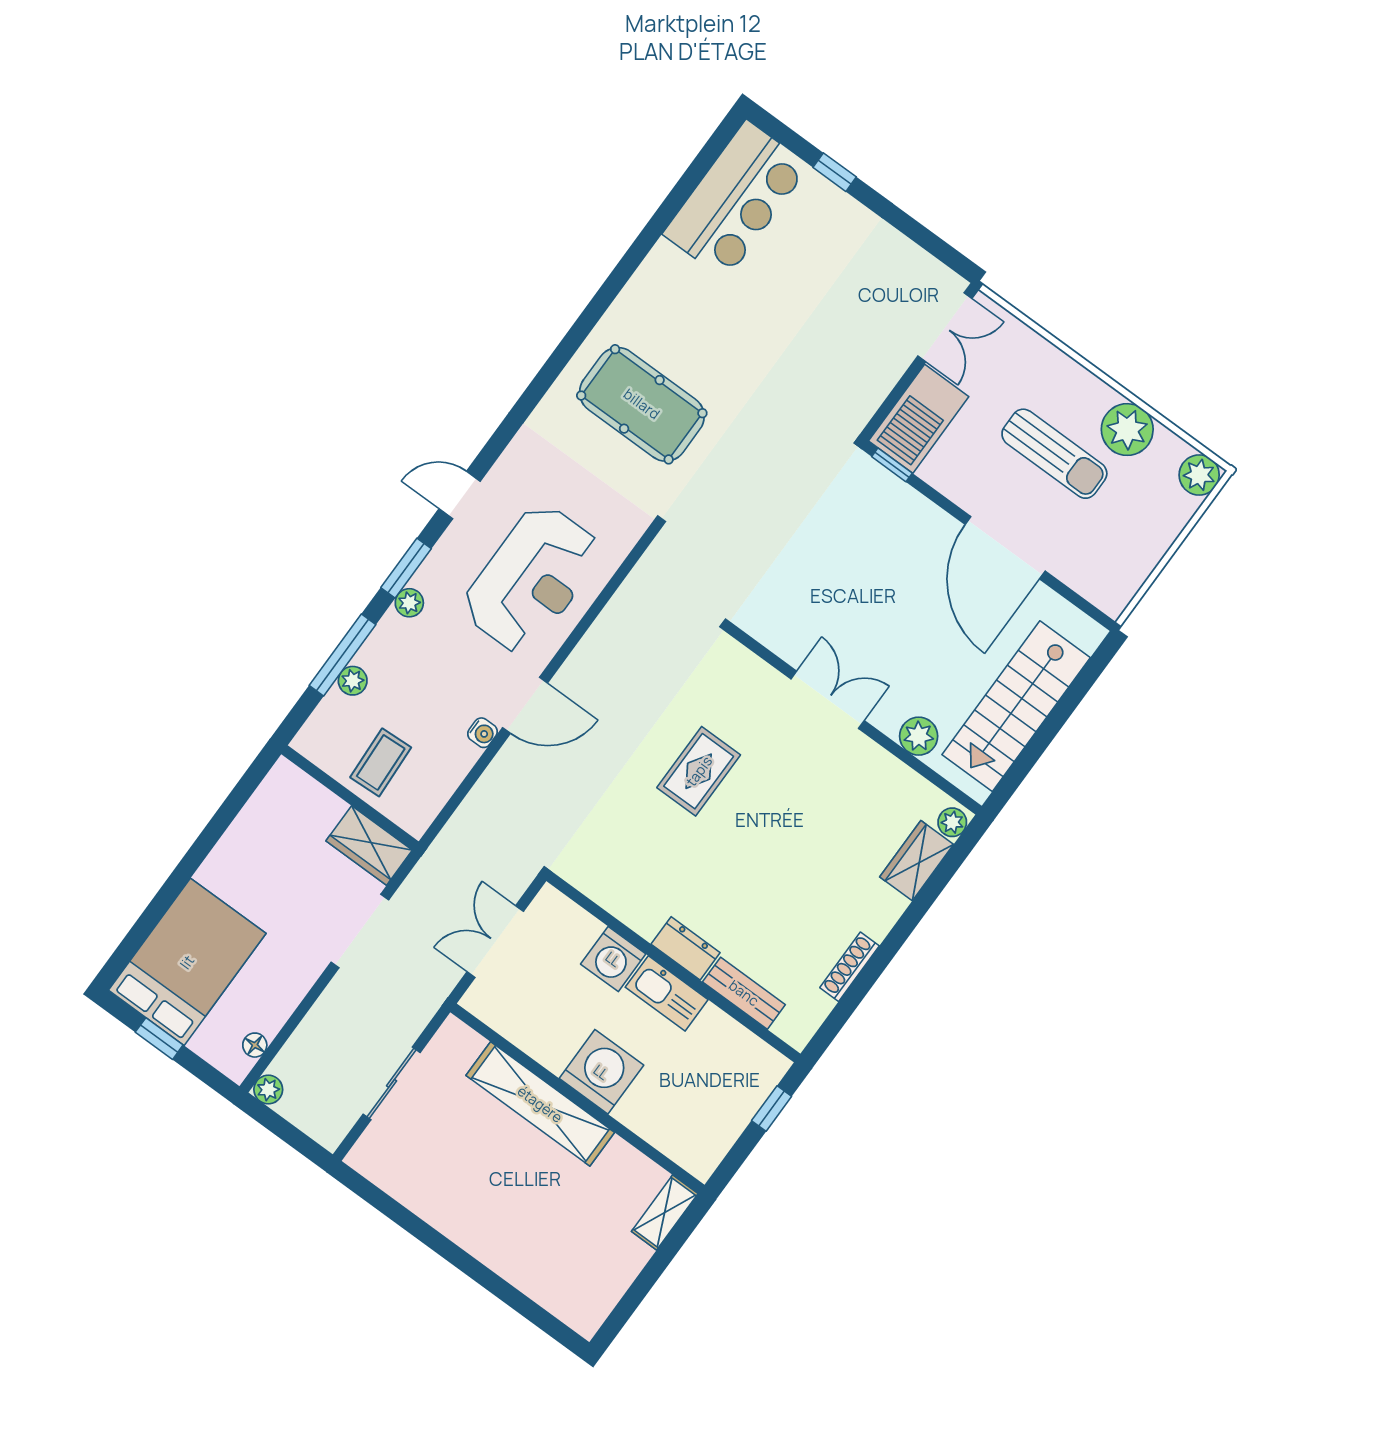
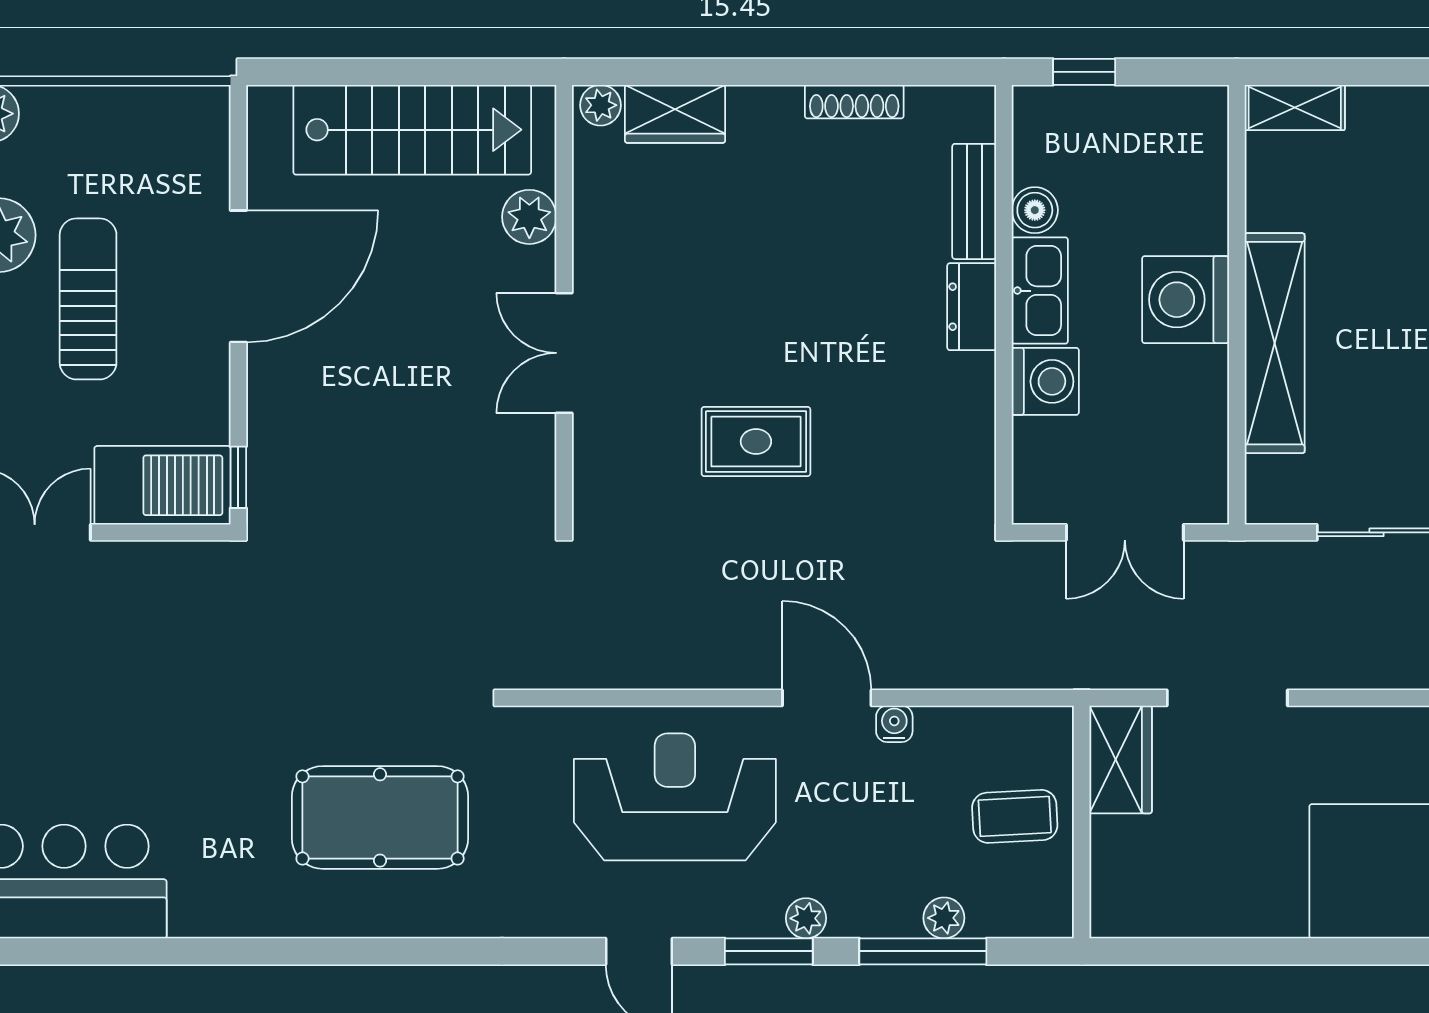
pool table: (642, 404) -> (380, 817), turned 90
boiler: (714, 1024) -> (1035, 210), added

